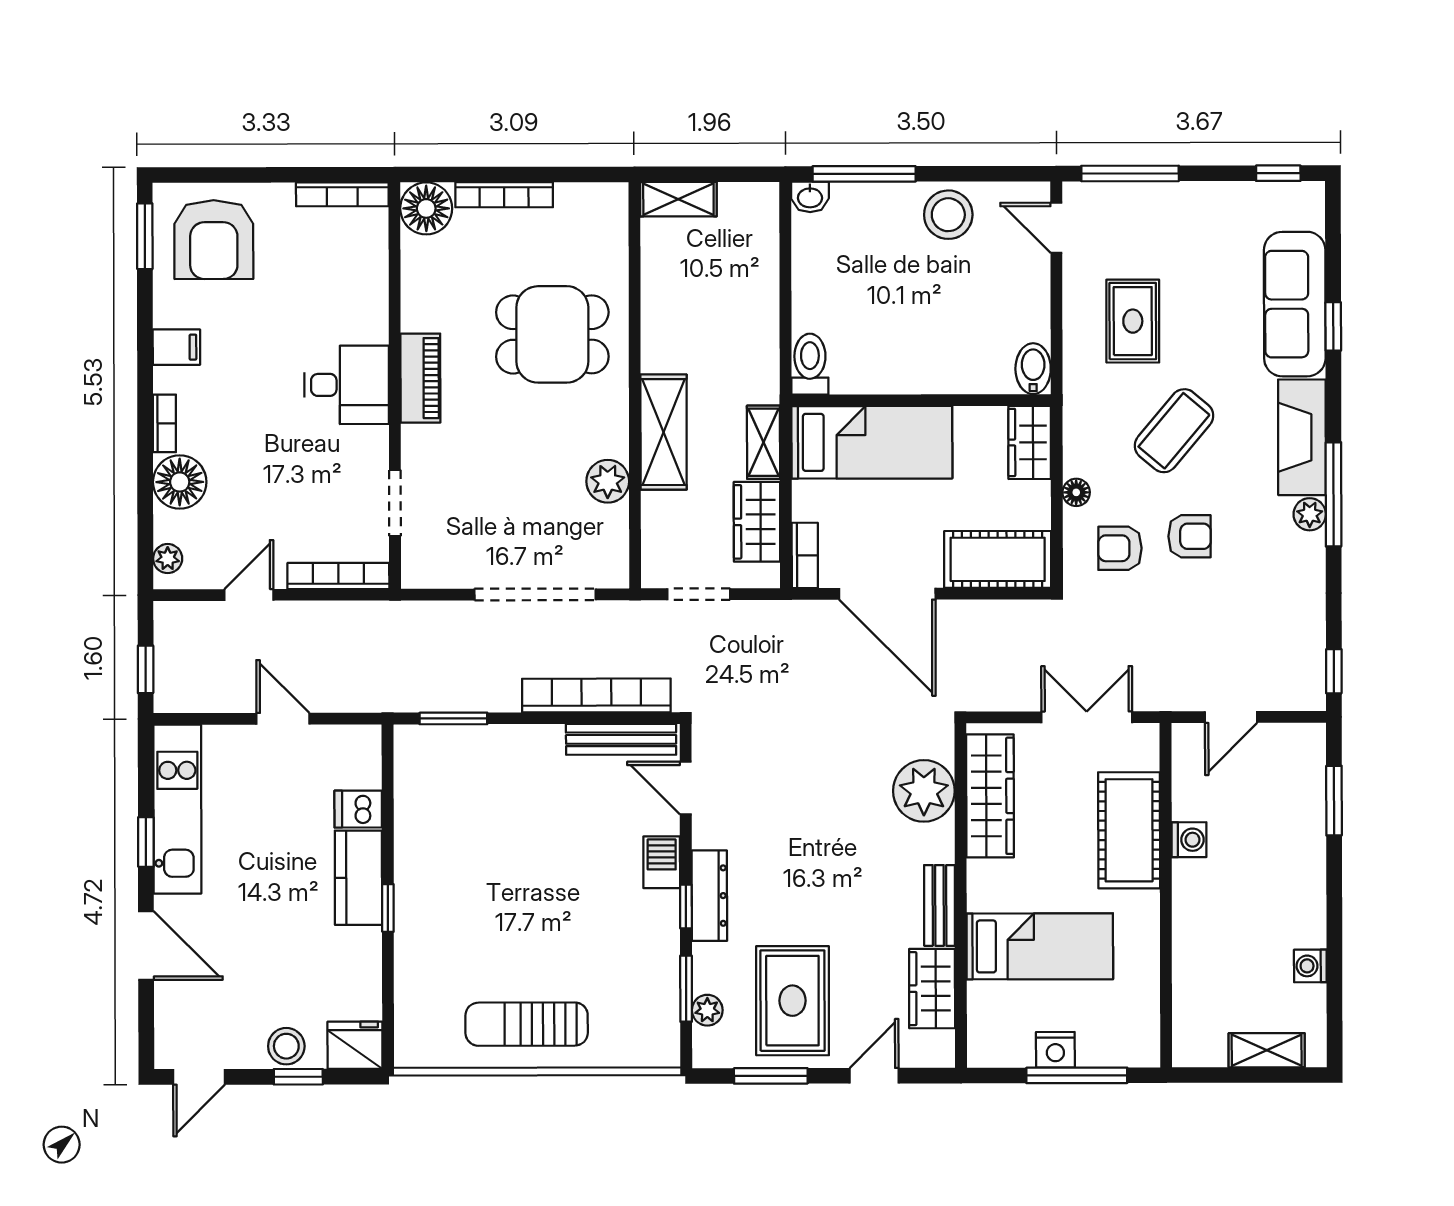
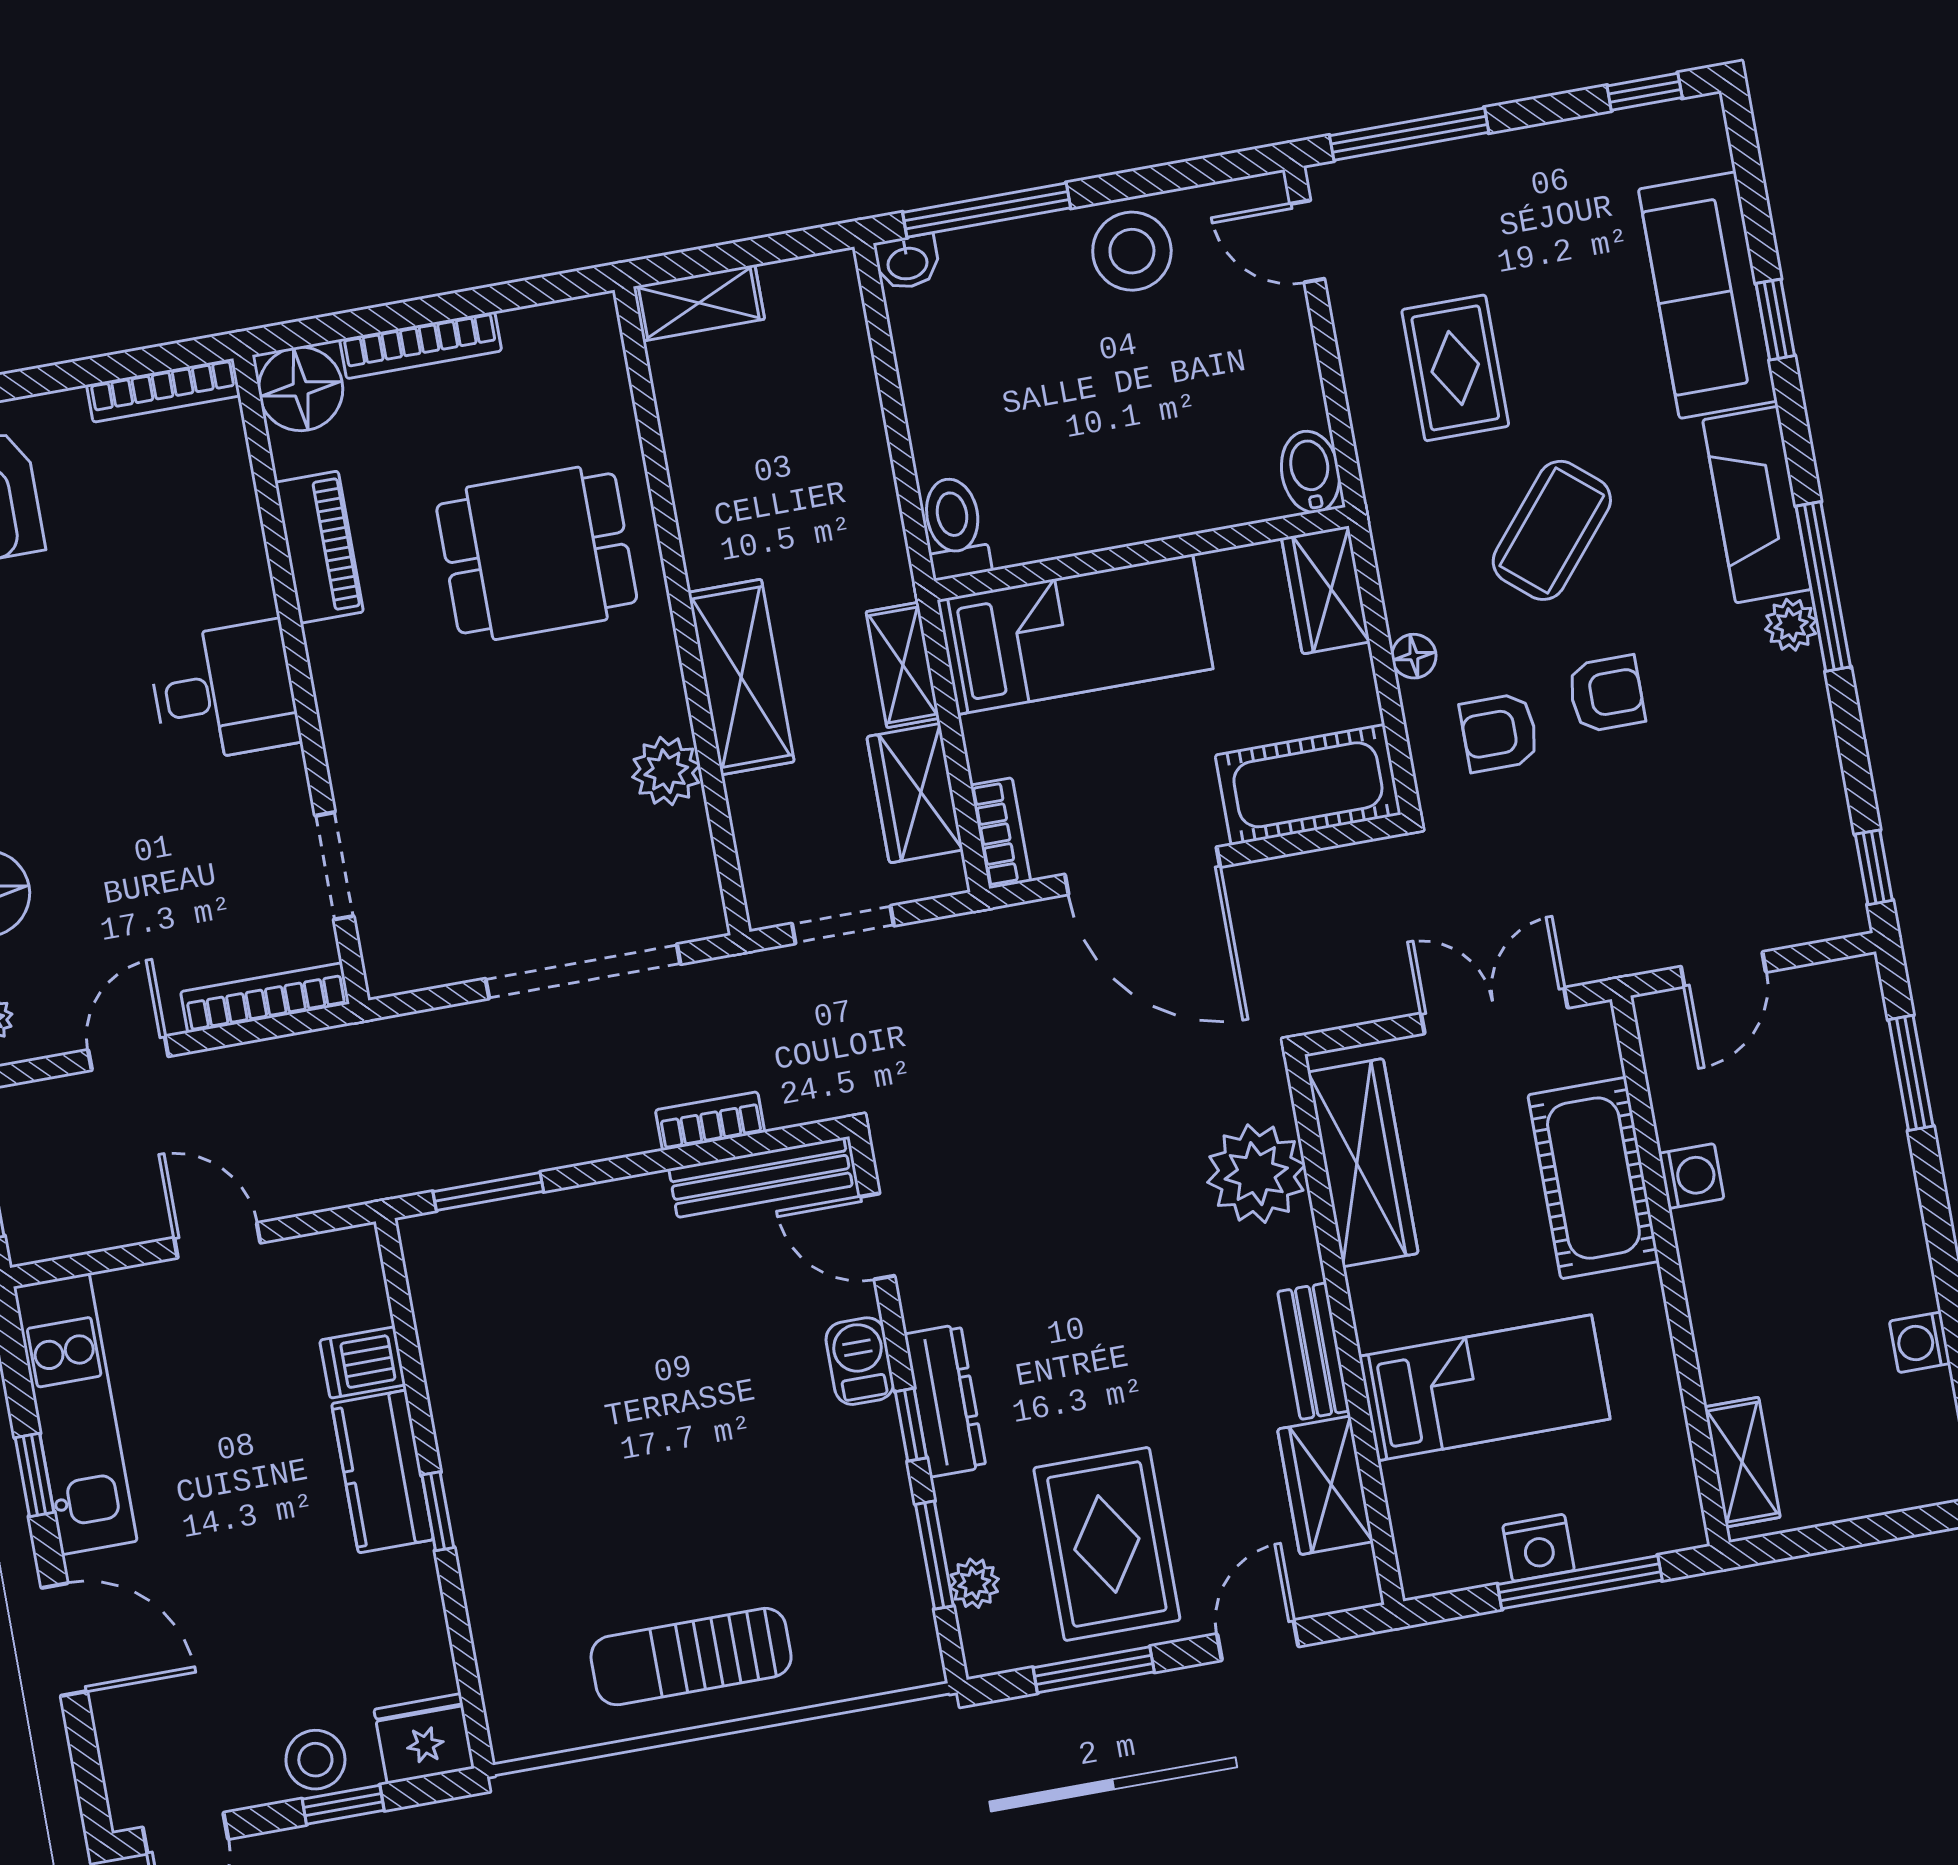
piano: (420, 378) -> (319, 547), moved
bookcase: (596, 695) -> (710, 1121), width x0.43, depth x0.76
shelving: (1267, 1050) -> (1742, 1462), moved, turned 90

